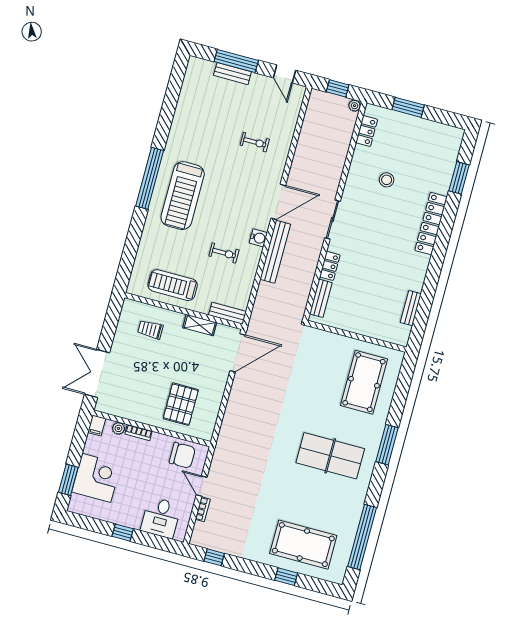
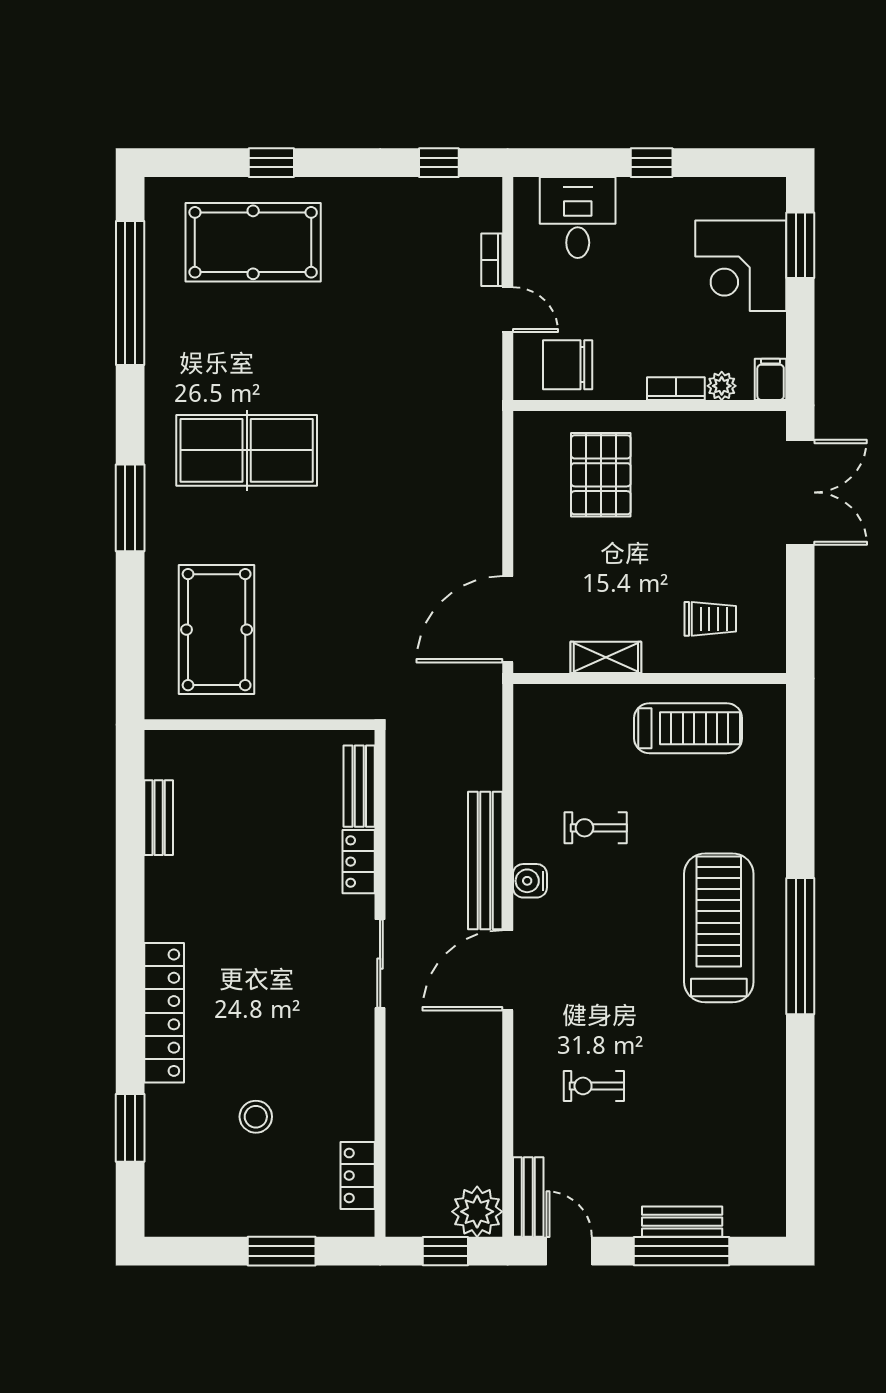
plant: (354, 106) -> (477, 1212), moved, width x1.87, depth x1.87
stool: (387, 180) -> (256, 1117), moved
bench: (227, 313) -> (528, 1197), moved, turned 90

